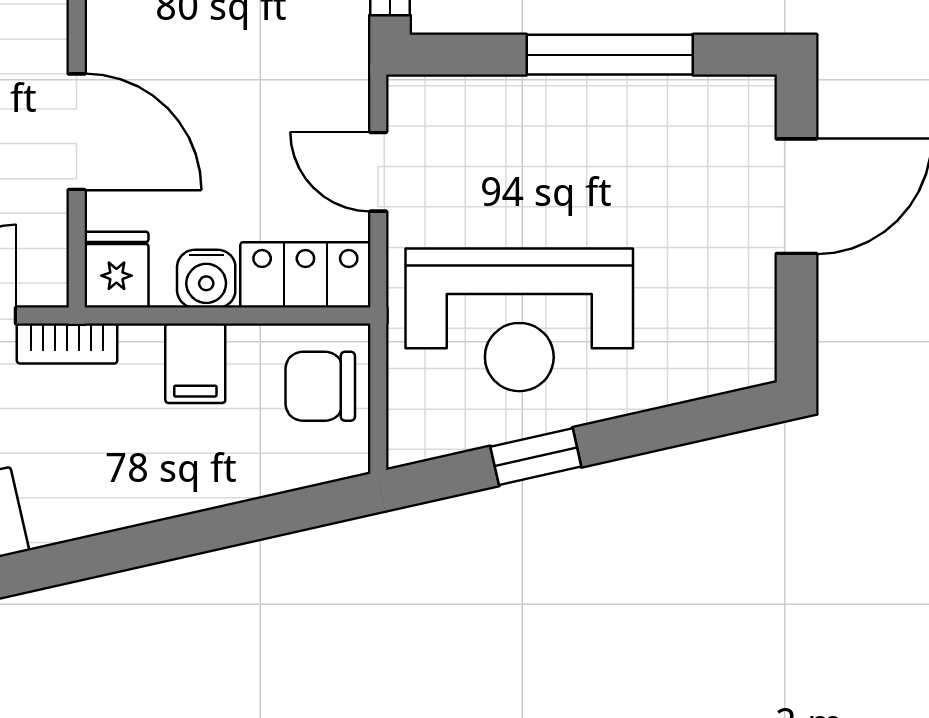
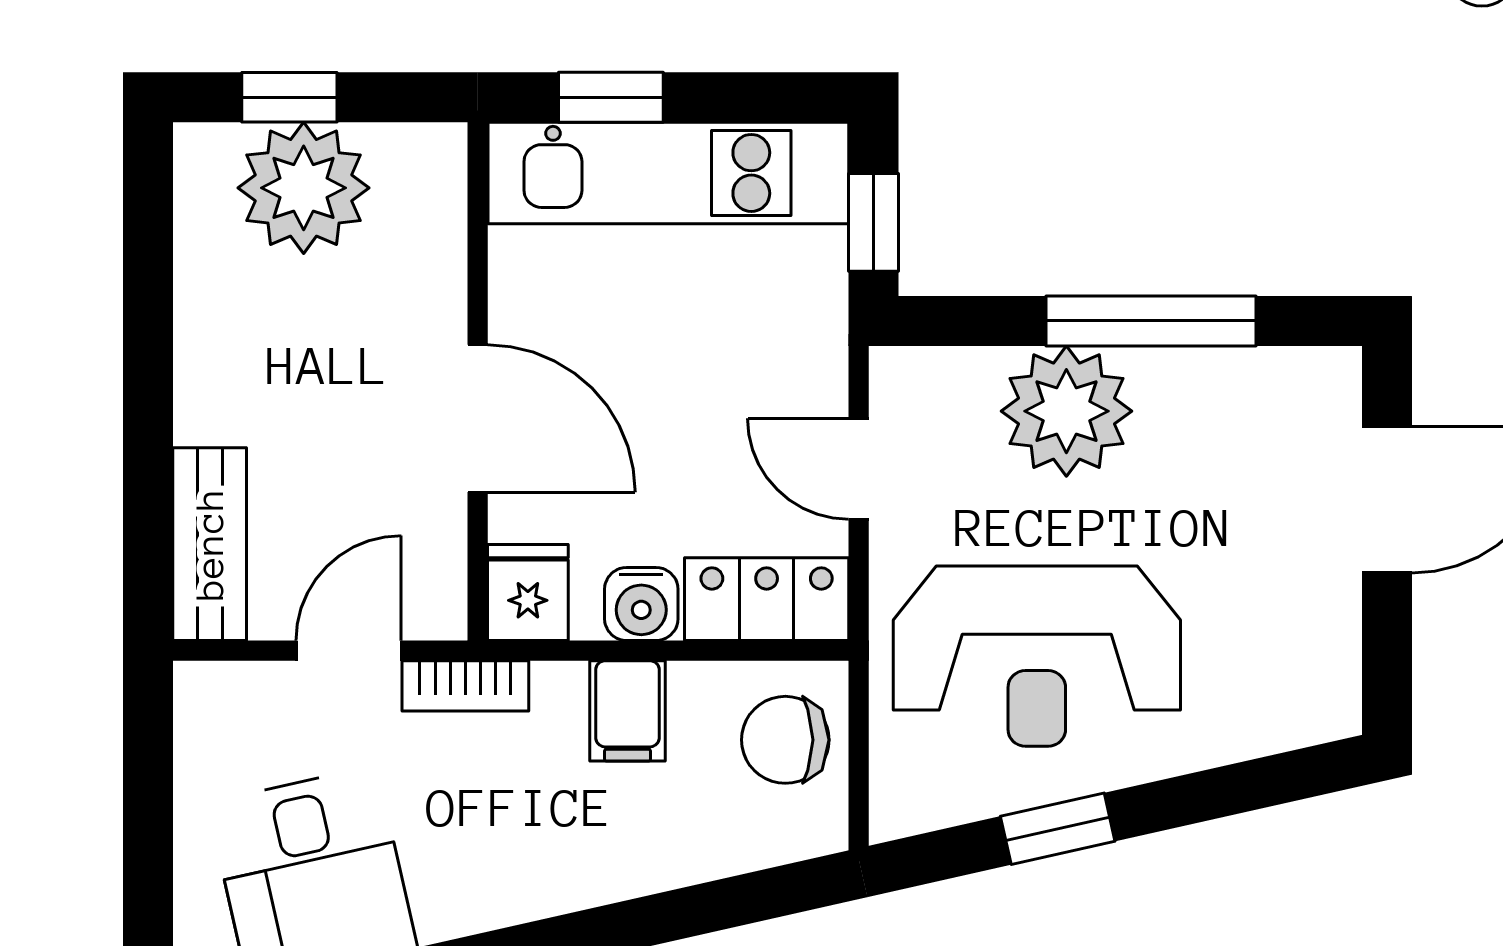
plant: (543, 126) -> (1066, 411), added

